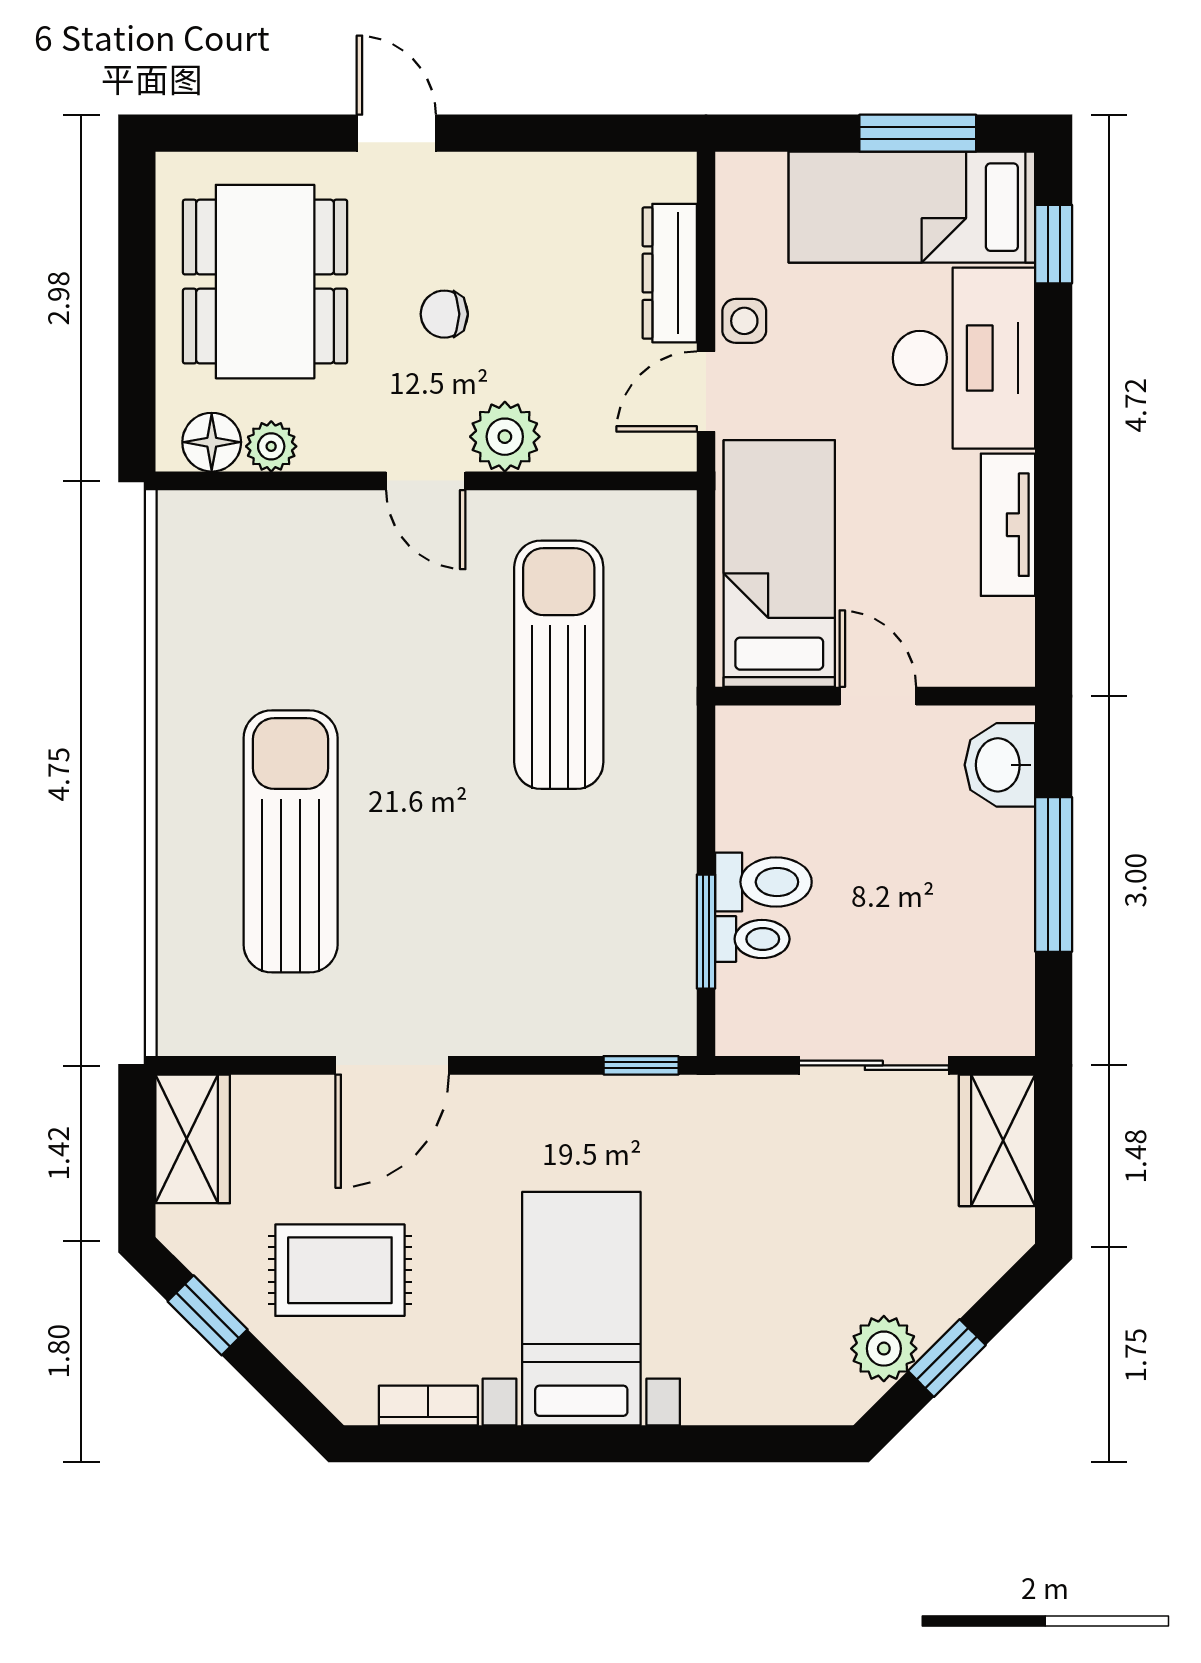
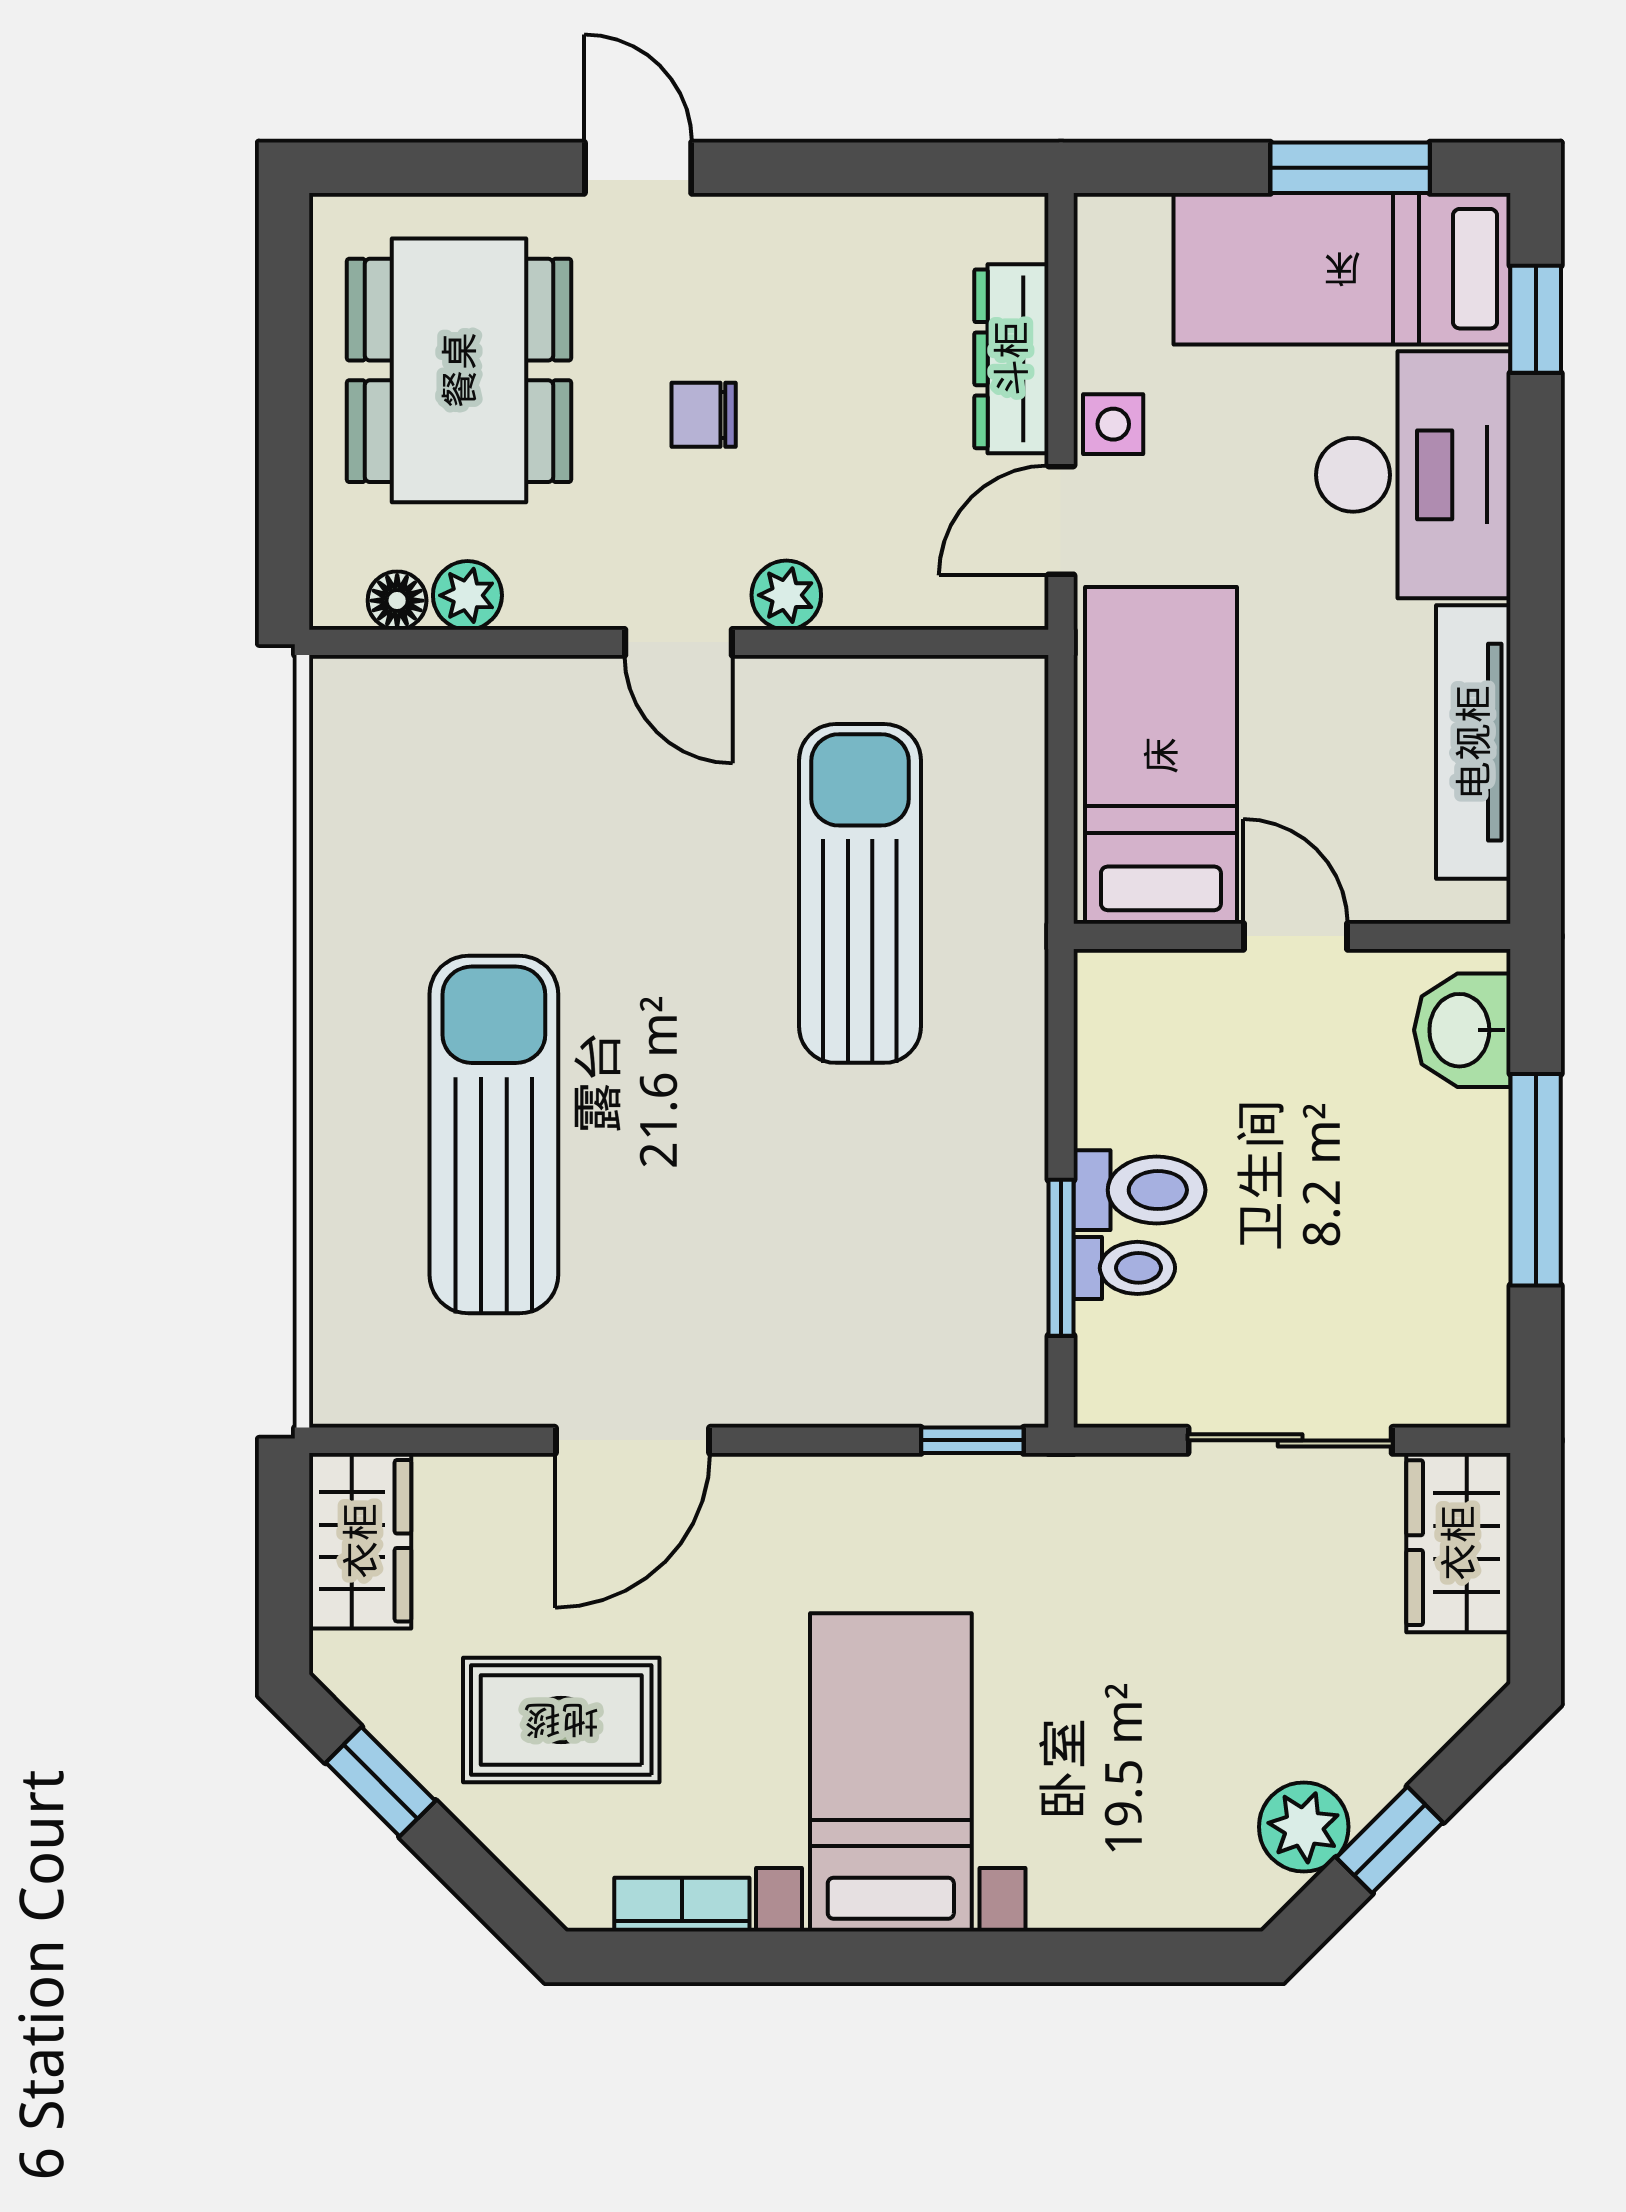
plant: (505, 437) -> (786, 595), width x0.73, depth x0.73
floor lamp: (212, 442) -> (397, 601), width x0.73, depth x0.73
tv unit: (1008, 525) -> (1473, 742), width x1.41

